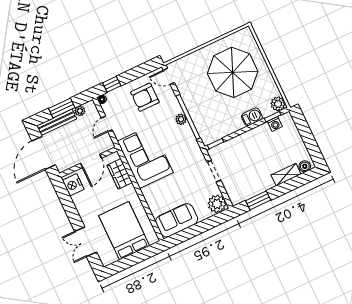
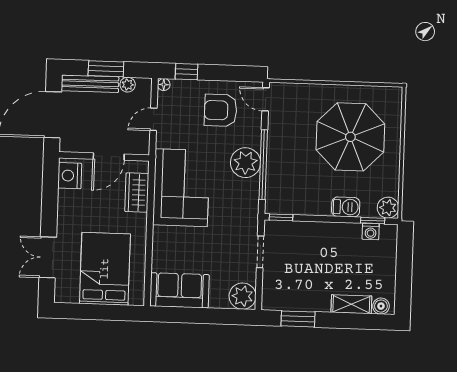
plant: (181, 119) -> (245, 163), width x1.88, depth x1.88

